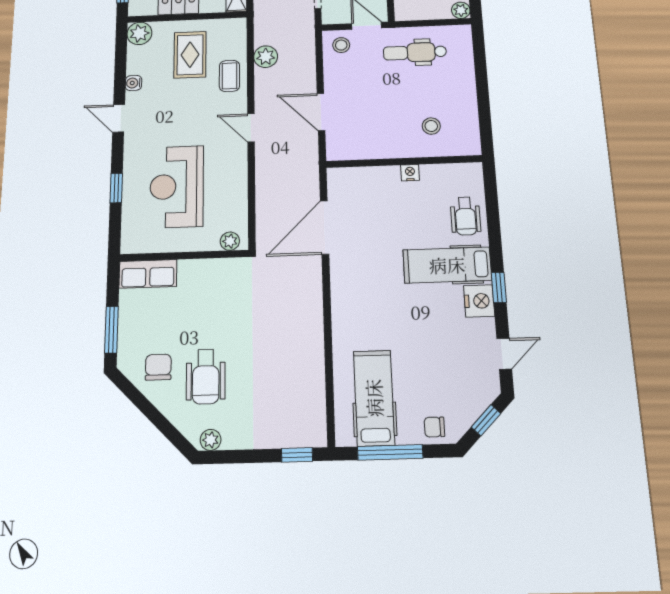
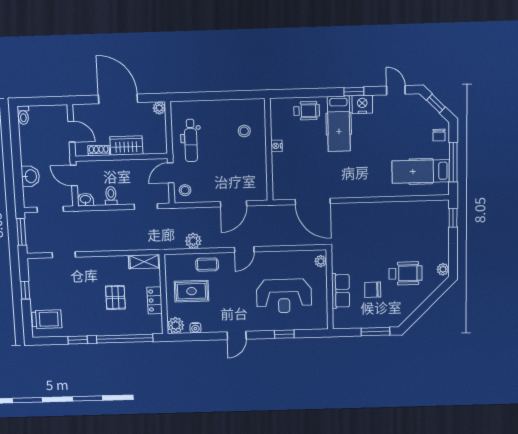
water cooler: (133, 83) -> (195, 328), moved
row of seats: (148, 274) -> (341, 291), moved
chair: (158, 367) -> (373, 290), moved

